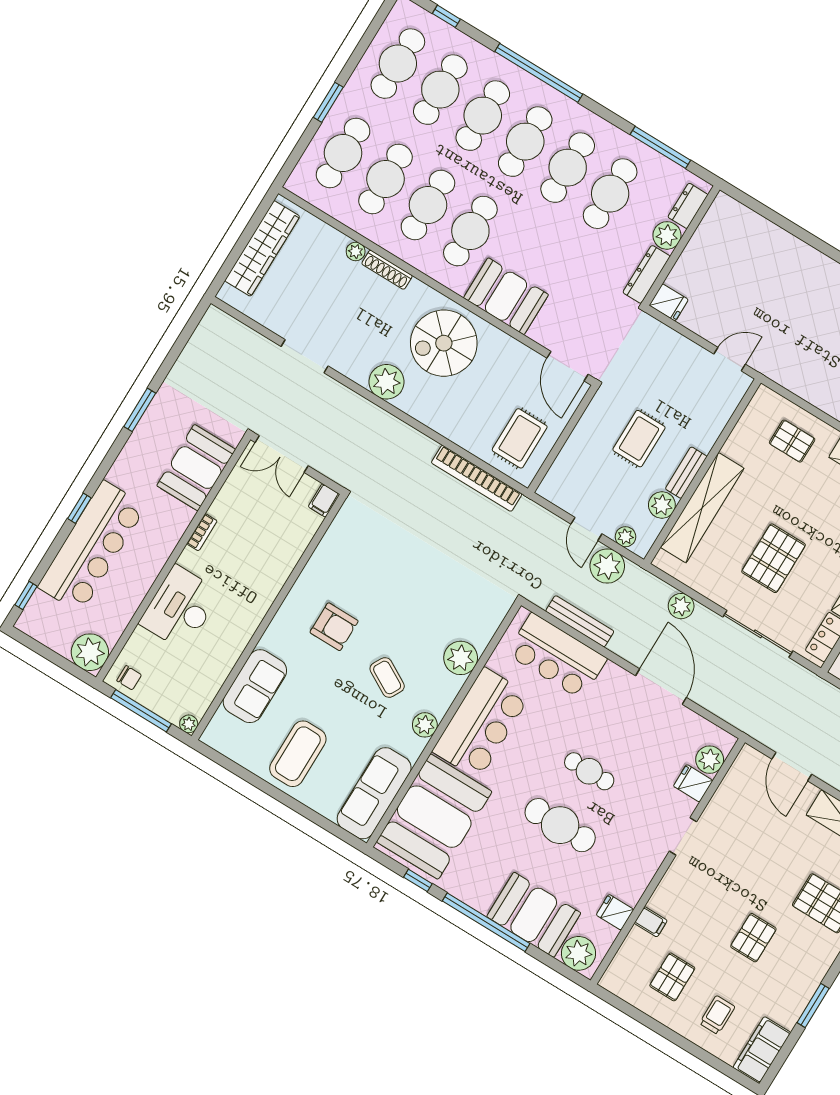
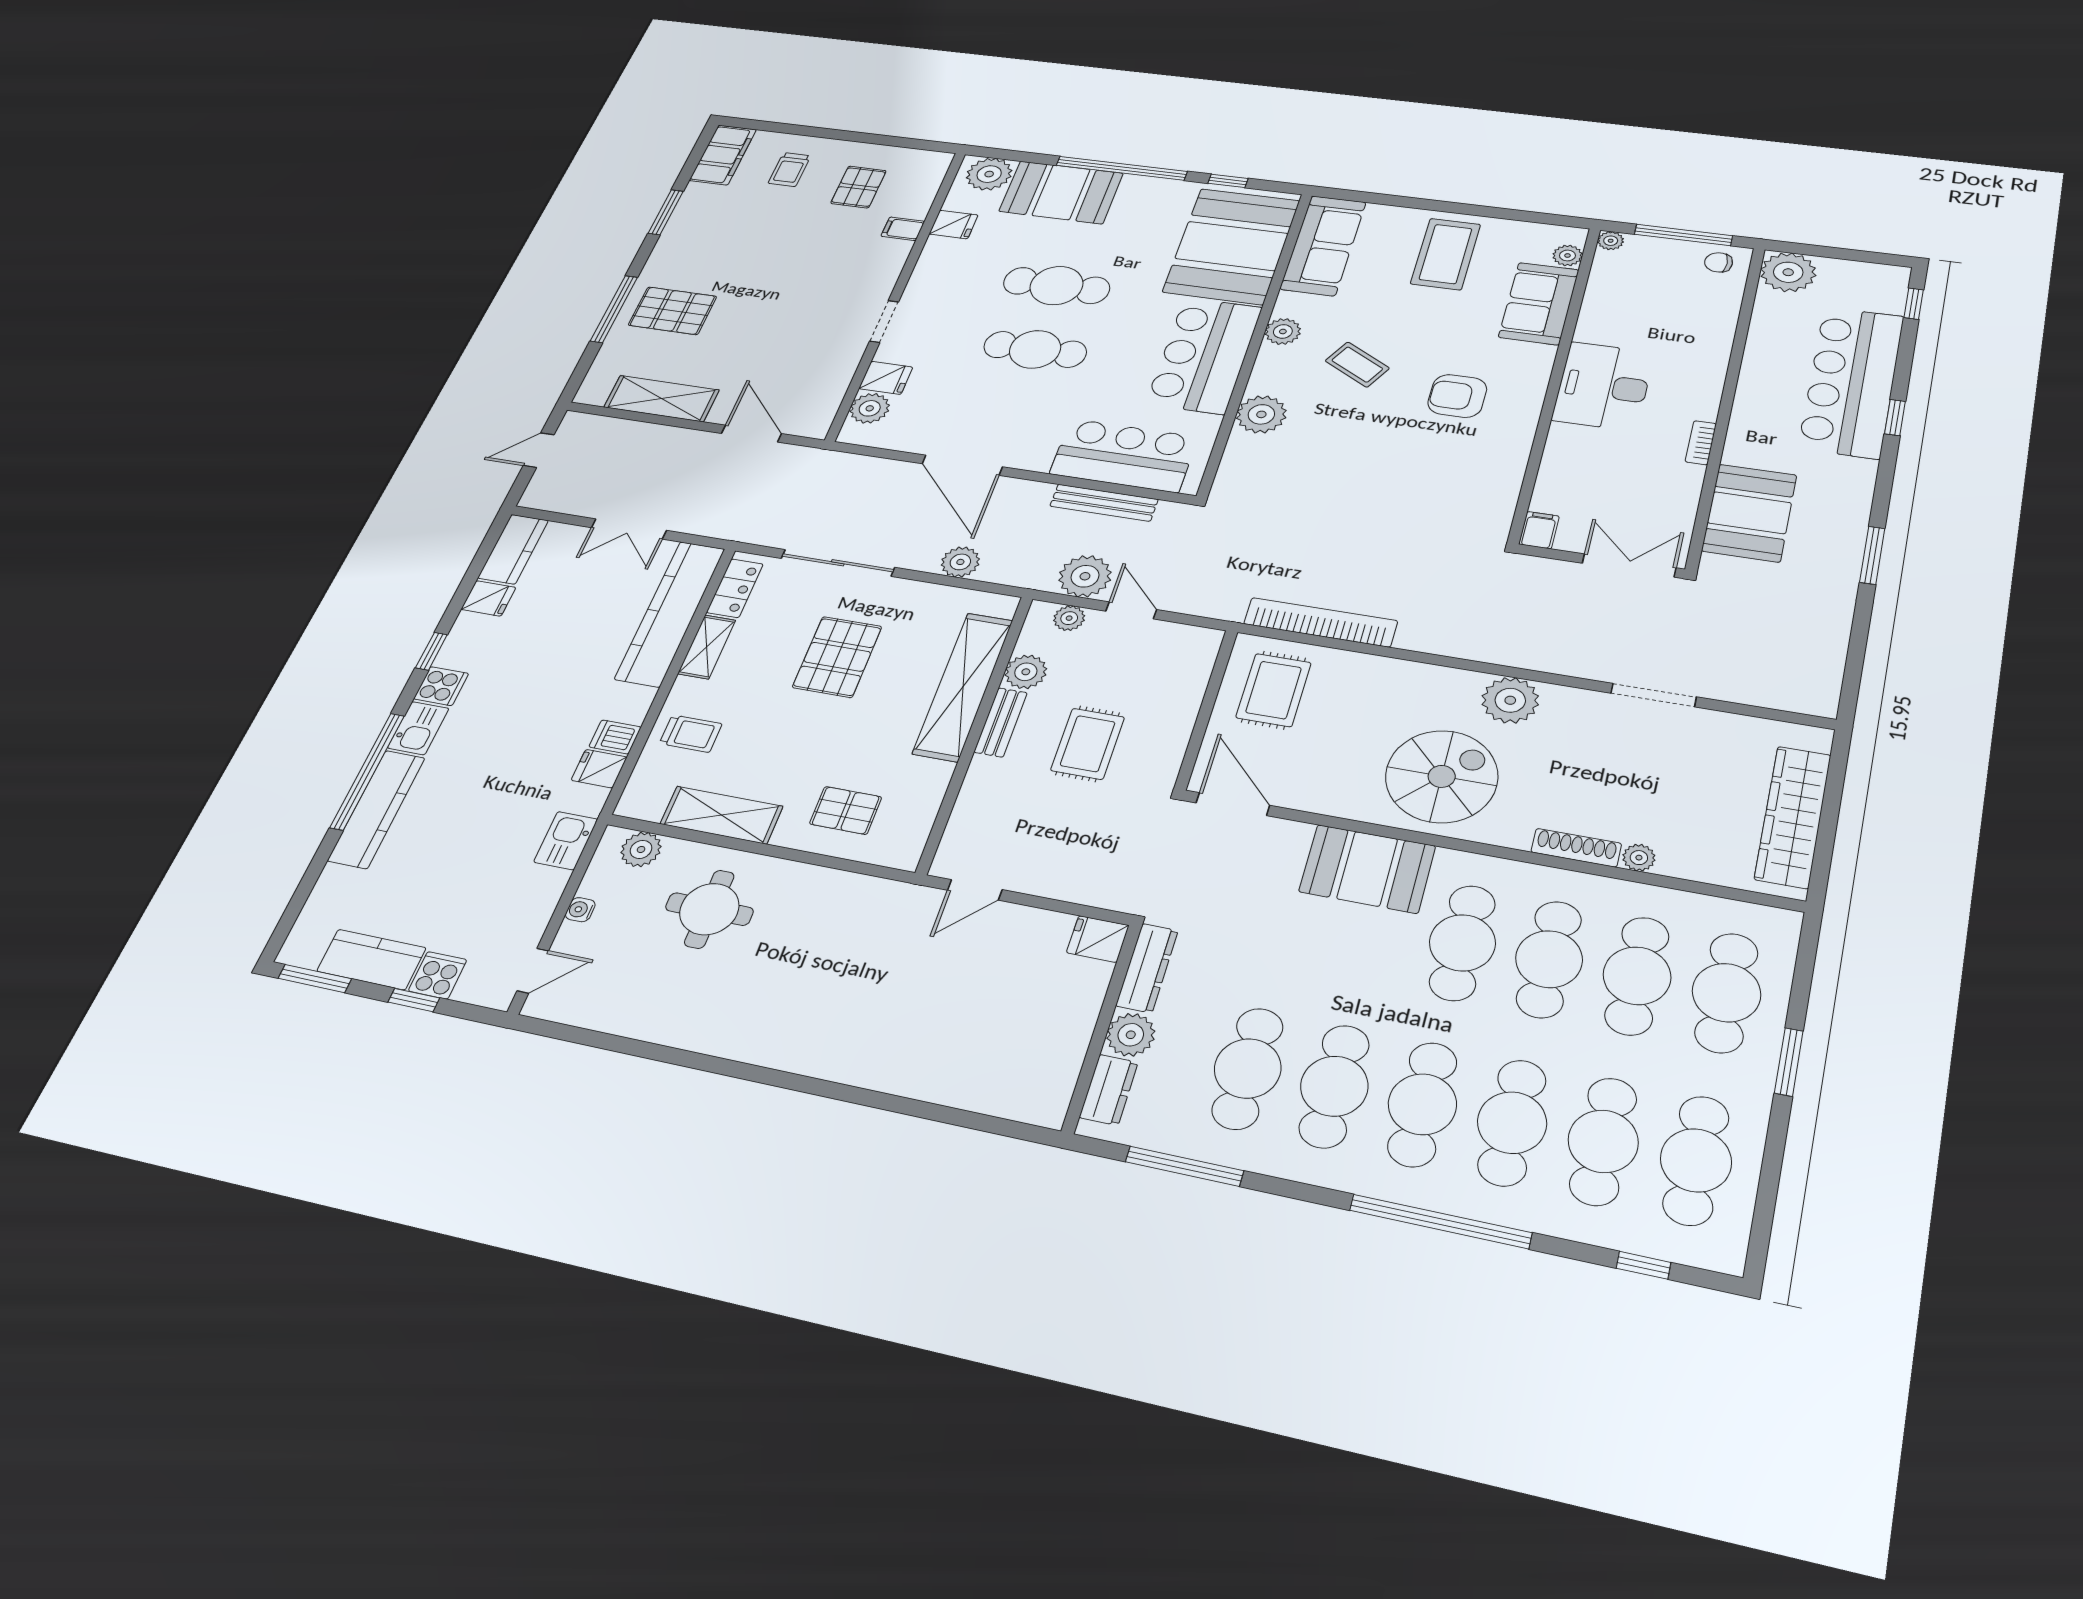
desk: (180, 608) -> (1603, 386), moved, turned 180
plant: (221, 721) -> (1567, 255), added
cafe table: (589, 771) -> (1035, 349), width x1.37, depth x1.35
pallet: (753, 938) -> (761, 252), removed

